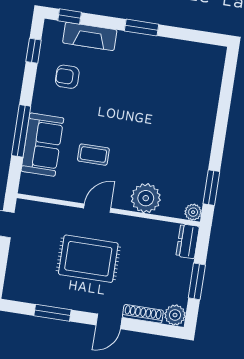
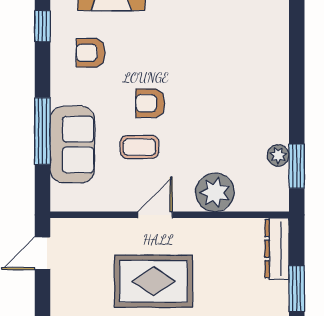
armchair: (107, 122) -> (150, 103), added
plant: (193, 212) -> (278, 155), moved
dresser: (188, 241) -> (277, 249), width x1.44

